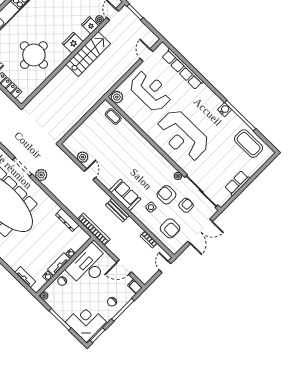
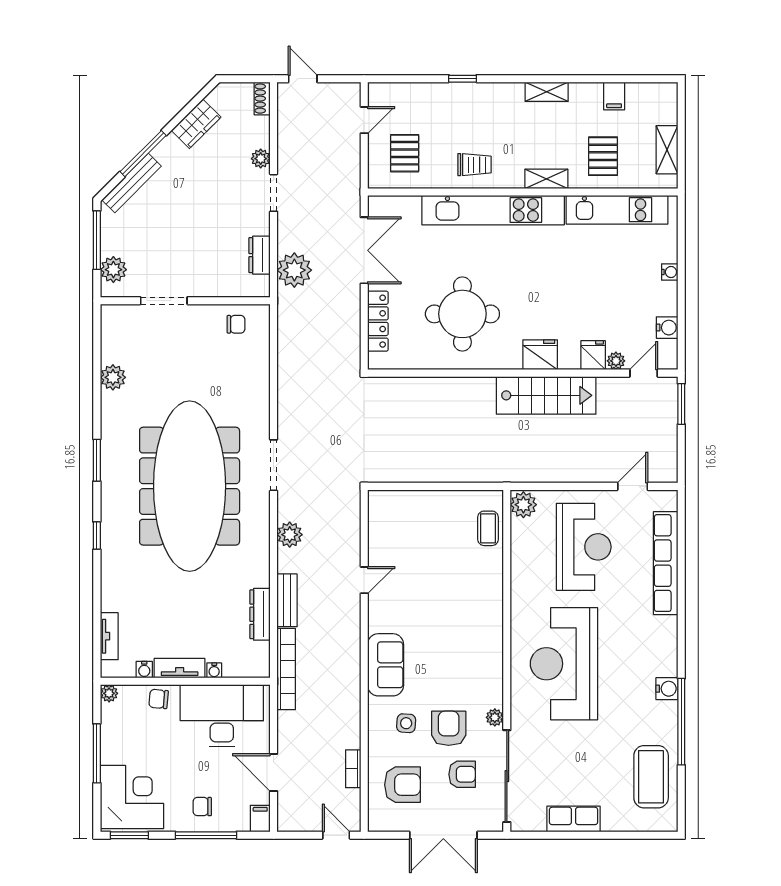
plant: (83, 157) -> (380, 543), removed
plant: (41, 175) -> (290, 535), moved
bench: (117, 210) -> (287, 600), moved
armchair: (170, 228) -> (403, 785), turned -90
door: (165, 267) -> (336, 835), hinge flipped

